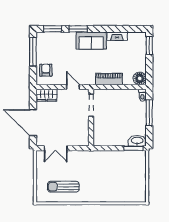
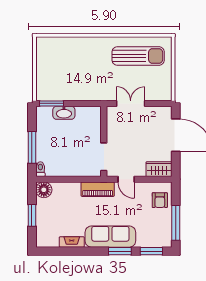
sofa: (91, 41) -> (110, 237), width x1.36
window: (149, 45) -> (32, 215), moved
piano: (109, 79) -> (98, 189), moved
washbasin: (137, 141) -> (64, 113), moved
double door: (56, 148) -> (131, 103), moved
sun lounger: (63, 187) -> (138, 56), width x1.36, depth x1.34

